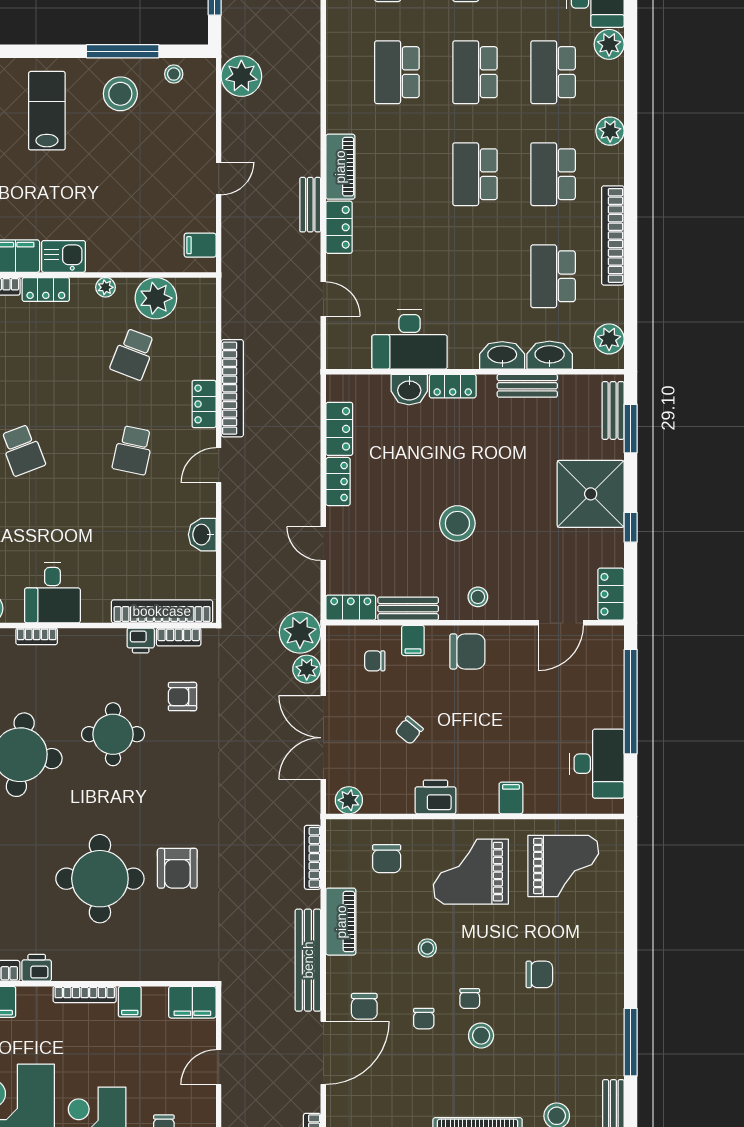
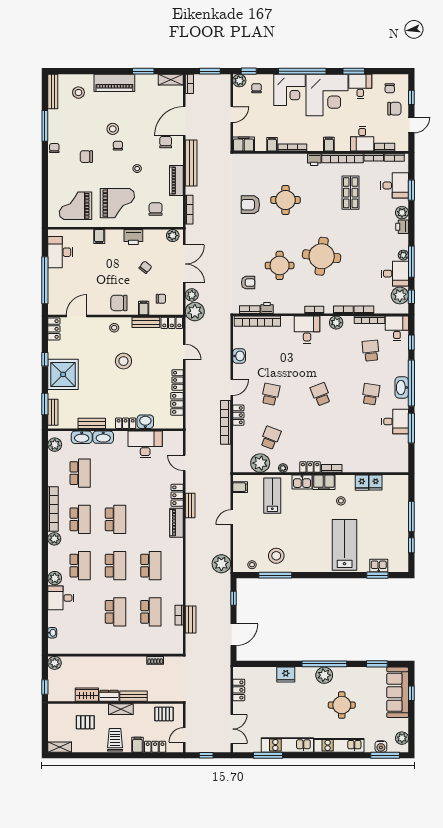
lab bench: (47, 111) -> (272, 496), moved, turned 180
bookcase: (613, 235) -> (53, 509), moved
armchair: (177, 868) -> (250, 205), turned -90
round table: (100, 879) -> (286, 200), width x0.73, depth x0.73
chair: (424, 1019) -> (54, 148), moved

